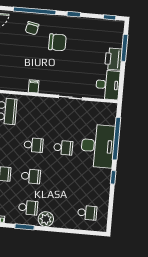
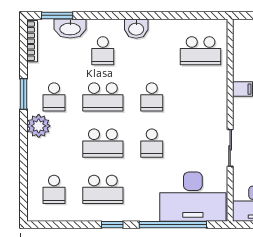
desk: (98, 146) -> (193, 197), moved
school desk: (31, 176) -> (103, 97), width x1.85
school desk: (60, 179) -> (103, 143), added
school desk: (90, 181) -> (103, 189), added

